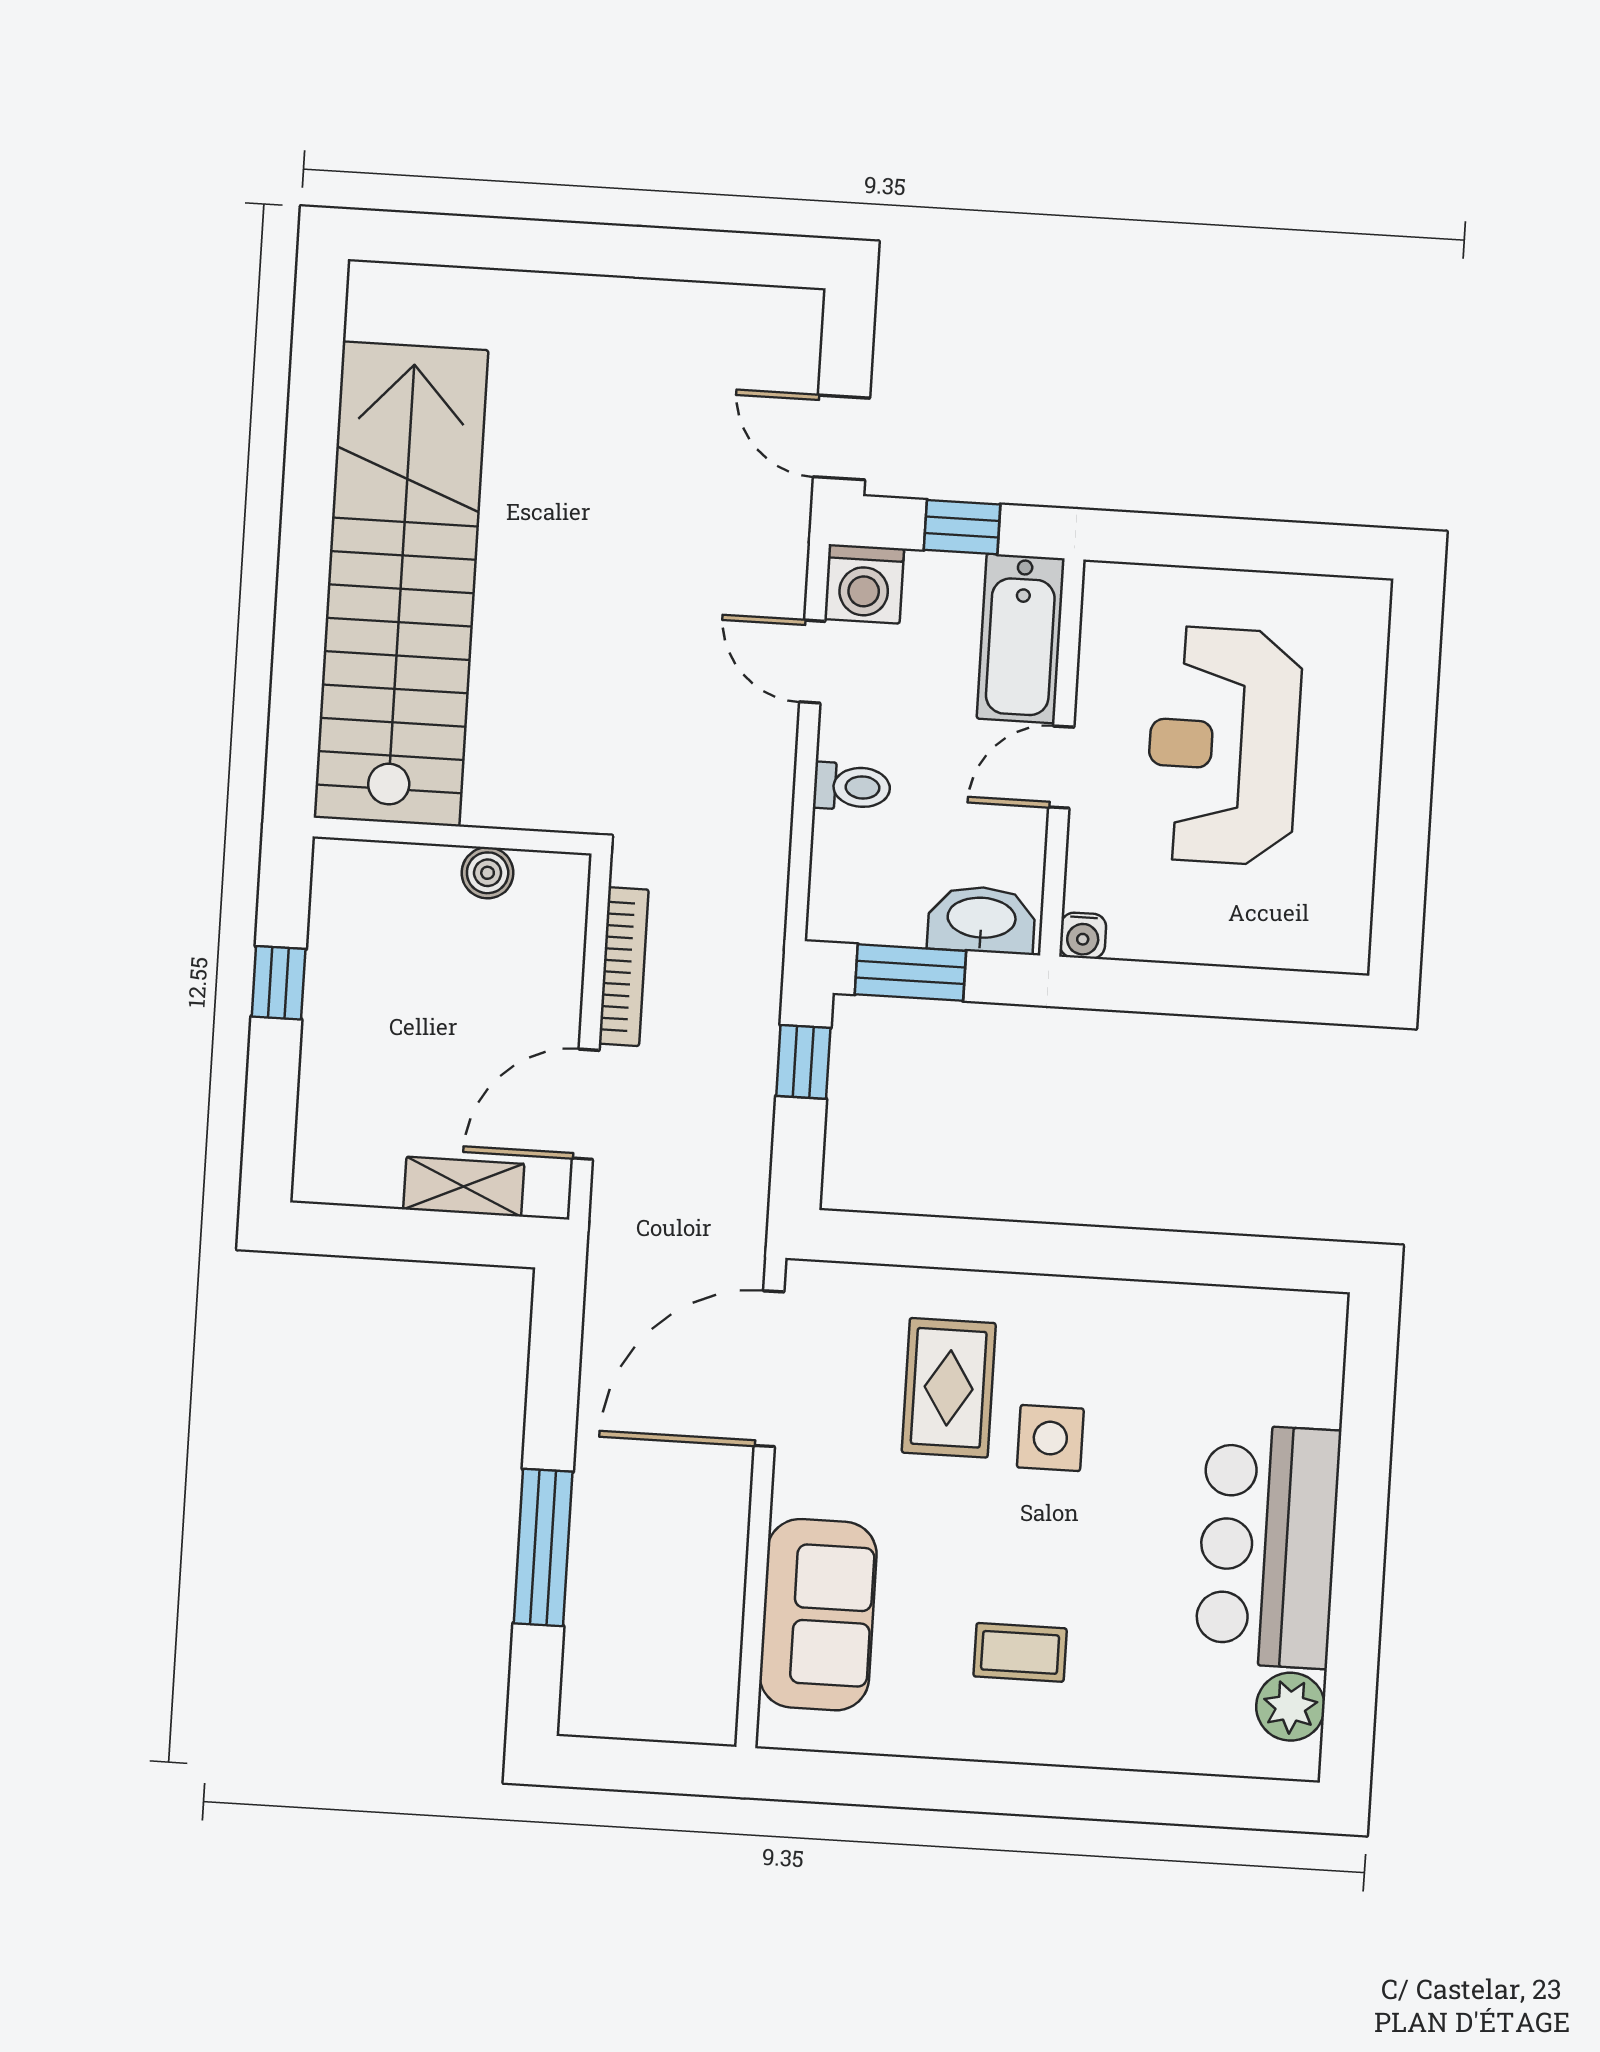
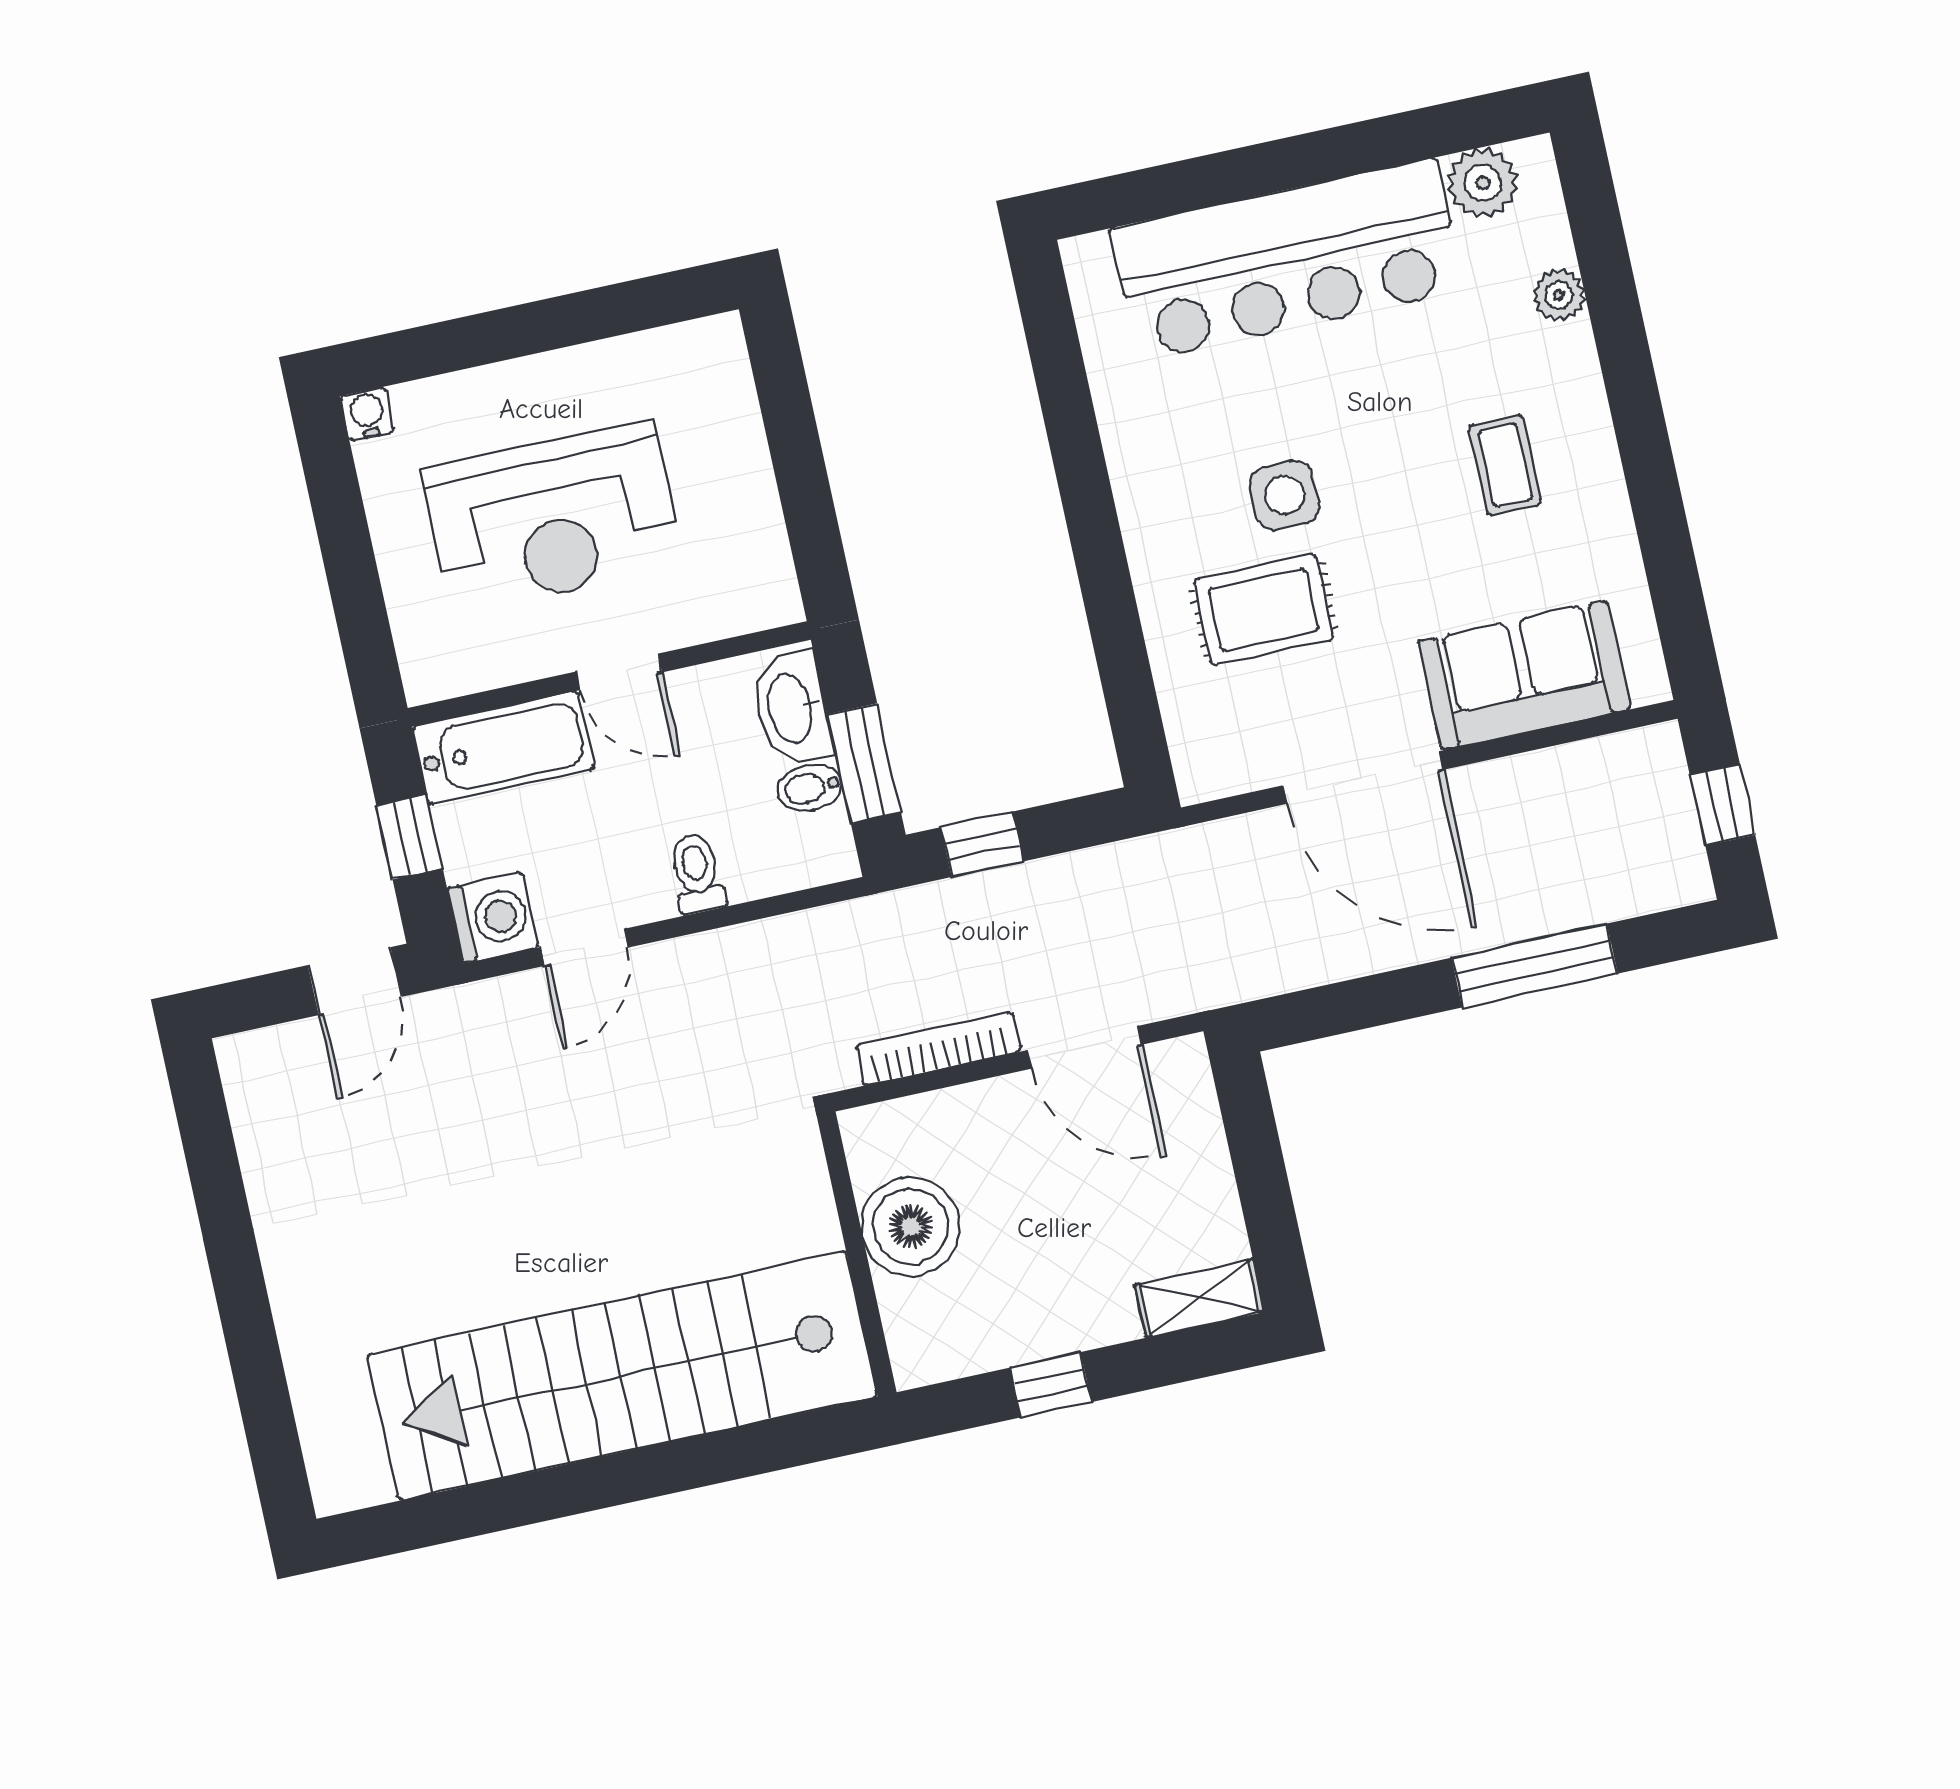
boiler: (488, 873) -> (911, 1226), width x1.86, depth x1.86
bidet: (902, 915) -> (810, 788), added
water cooler: (1083, 936) -> (367, 414), moved, turned -90
shelving: (464, 1187) -> (1200, 1298), moved, turned 90
door: (769, 1369) -> (1363, 778), moved
bar counter: (1268, 1546) -> (1287, 260), width x1.36
plant: (1165, 1748) -> (1559, 295), added
window: (644, 1766) -> (1723, 805), added

